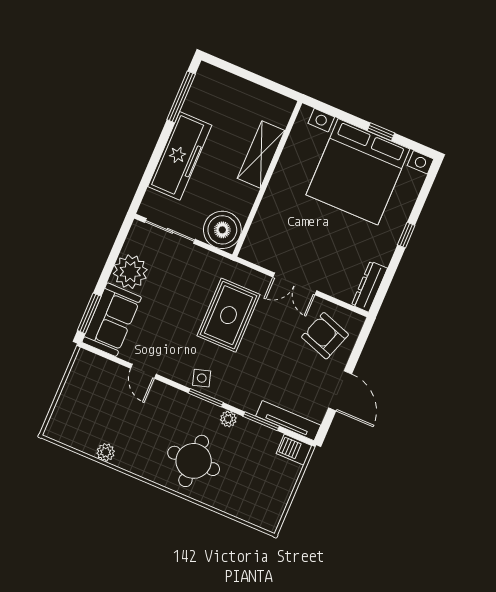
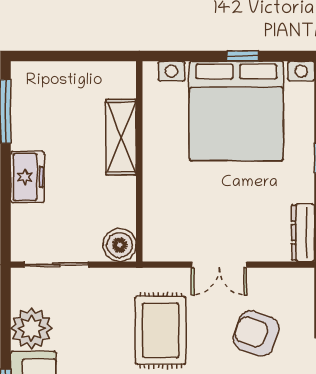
freezer: (180, 156) -> (27, 177), width x0.52, depth x0.79
boiler: (222, 230) -> (120, 245), width x0.73, depth x0.73
armchair: (325, 336) -> (256, 333), moved

